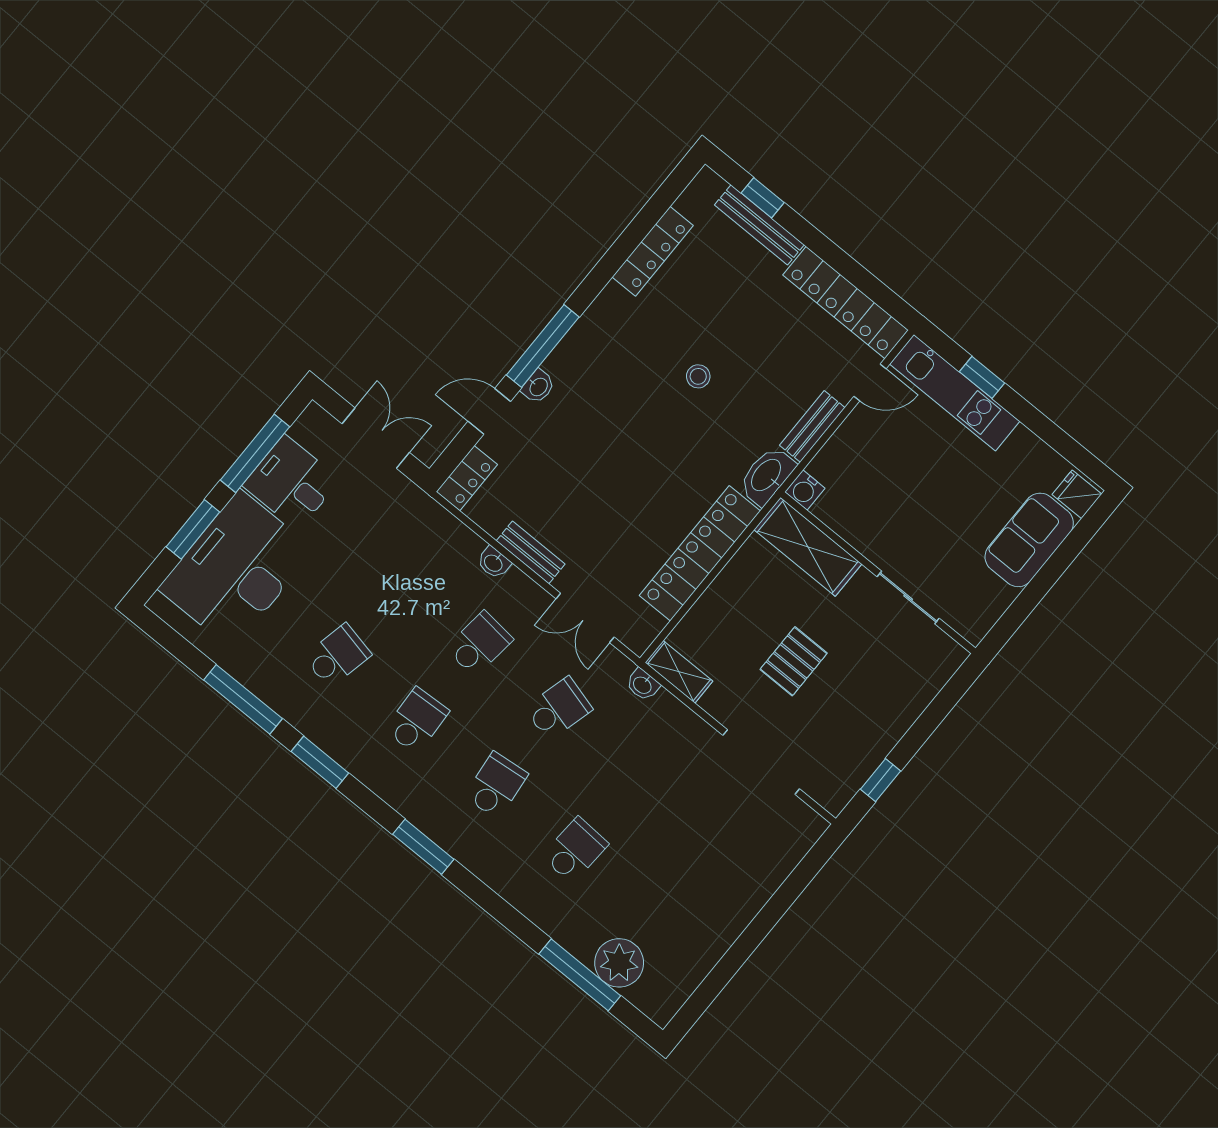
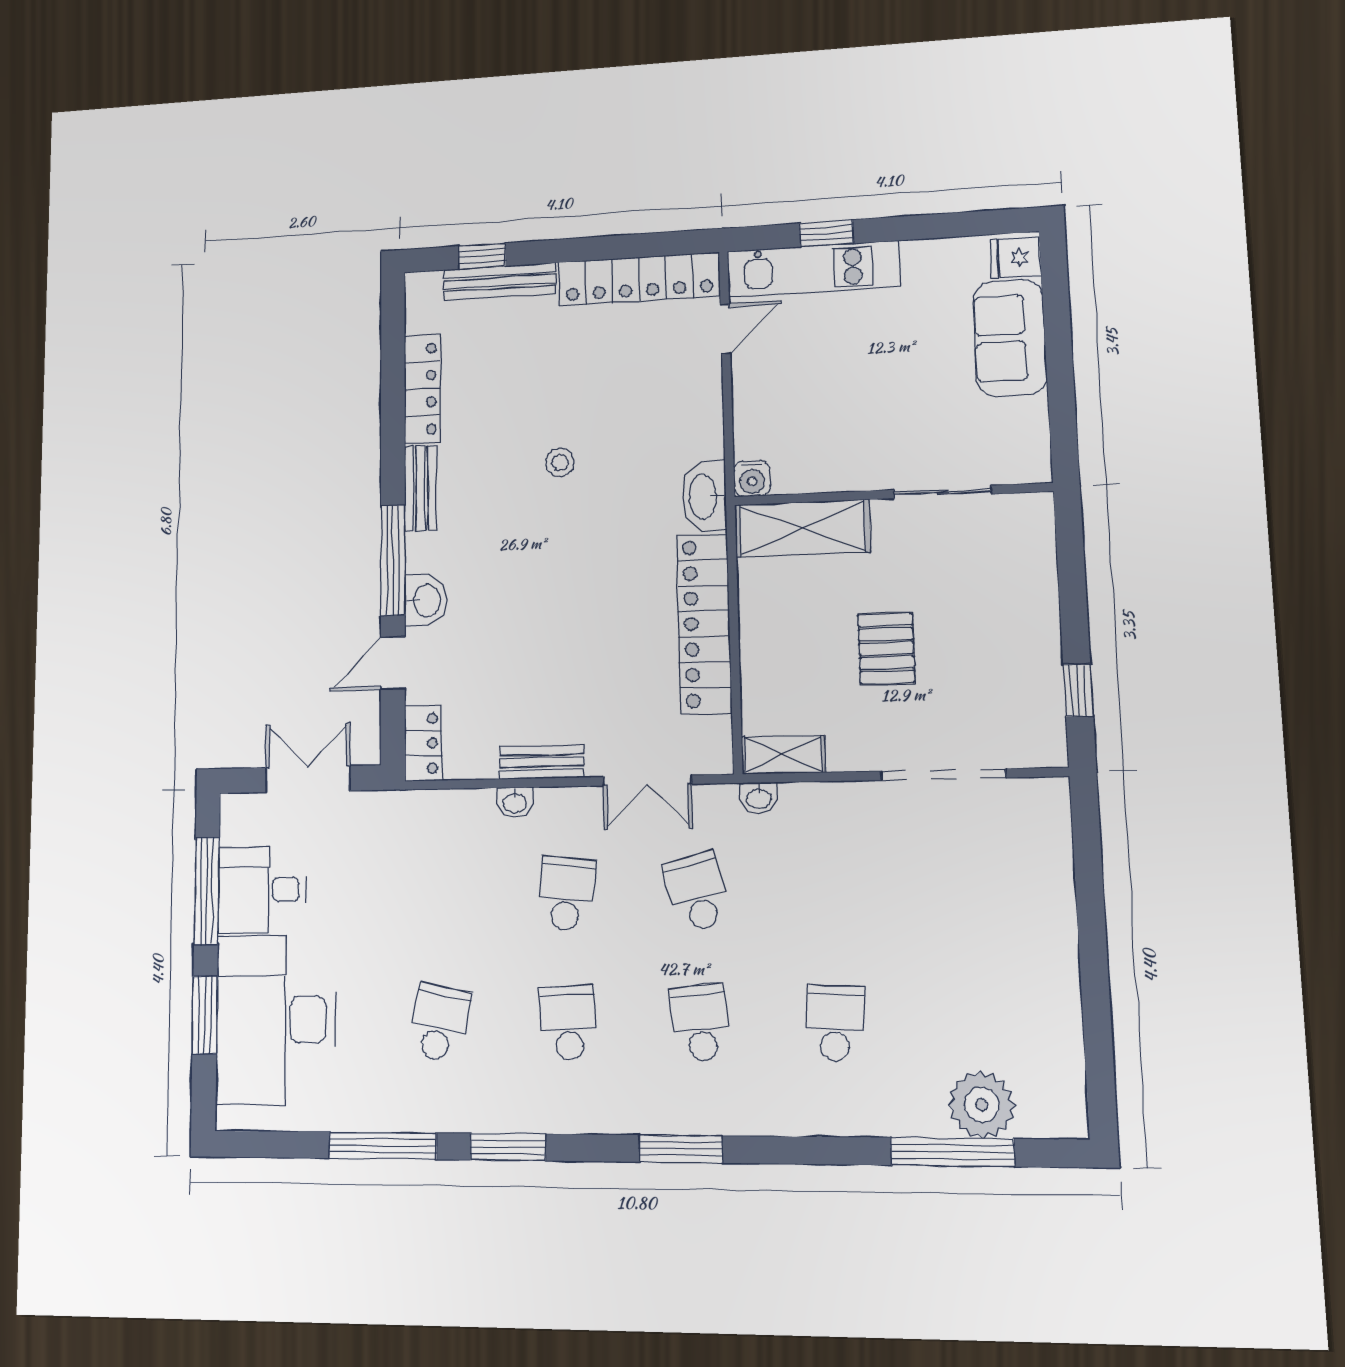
washbasin: (538, 387) -> (426, 601), width x1.38, depth x1.45
bench: (812, 426) -> (421, 488), moved
school desk: (559, 709) -> (697, 892), turned -30

